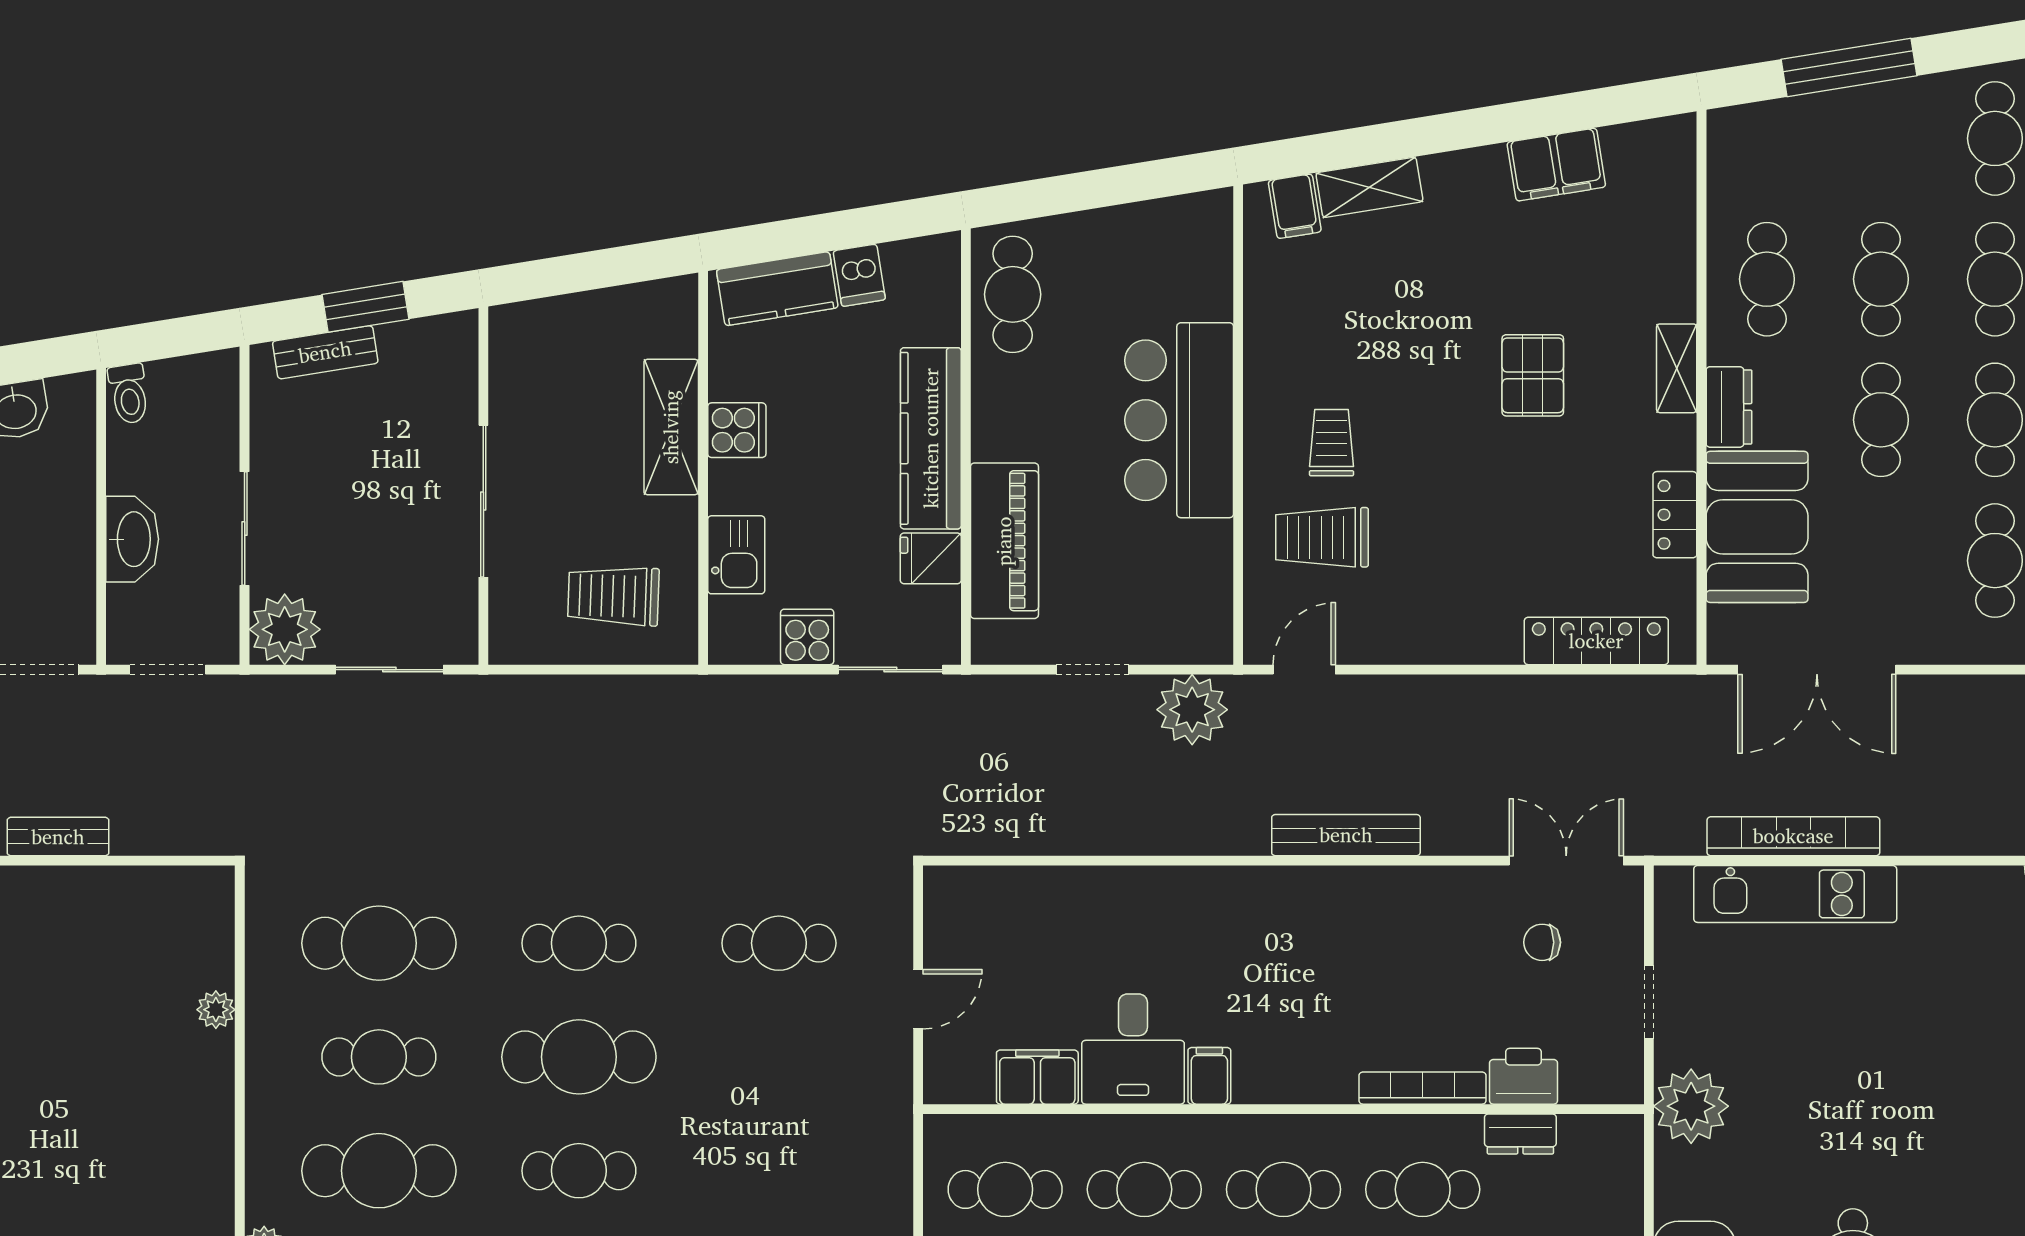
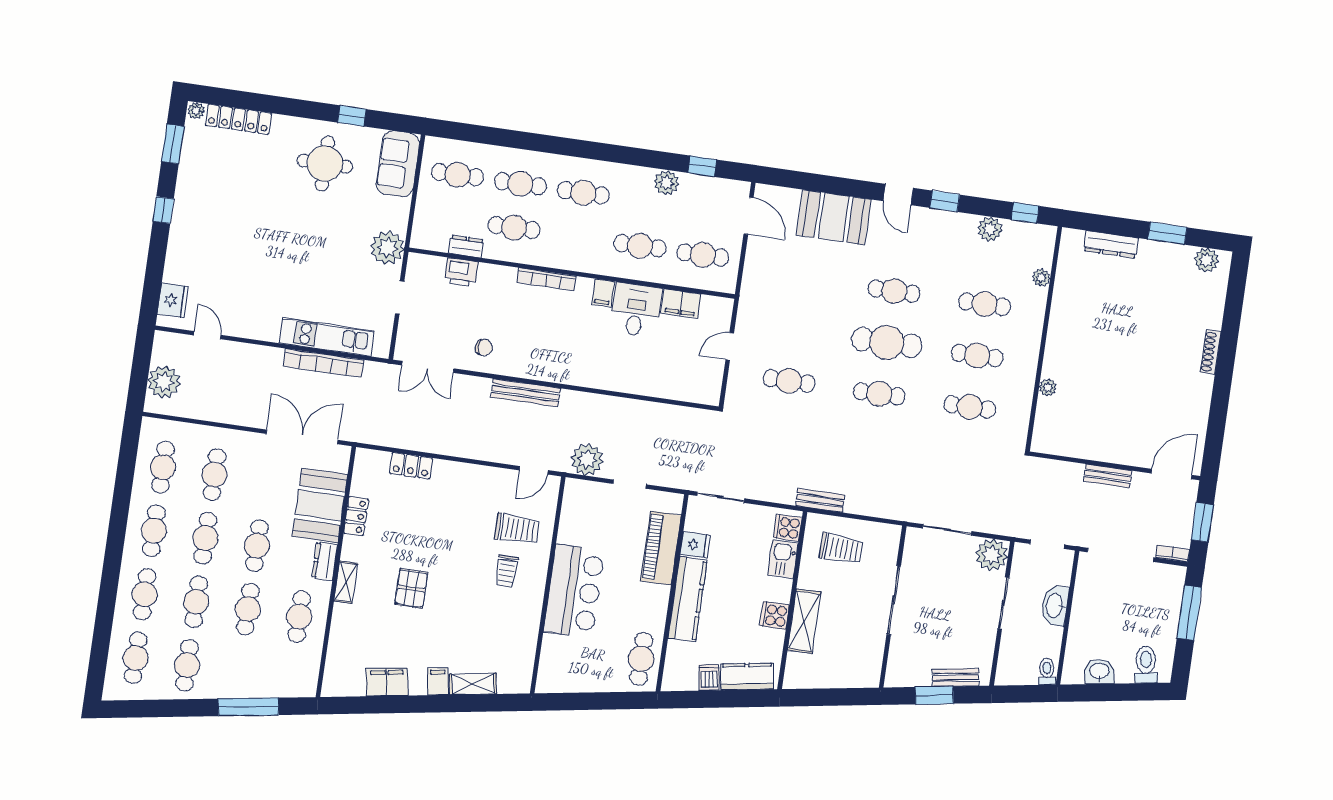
filing cabinet: (1295, 206) -> (438, 681), moved
cooker: (807, 637) -> (788, 528), moved, turned 90
locker: (1596, 641) -> (411, 466), width x0.66
bench: (674, 694) -> (820, 500), added
chair: (1542, 942) -> (484, 347), moved
cafe table: (379, 943) -> (970, 407), width x0.73, depth x0.74
bookcase: (1423, 1088) -> (546, 279), moved
cafe table: (379, 1171) -> (985, 304), width x0.73, depth x0.74
cafe table: (1283, 1189) -> (577, 237), removed

